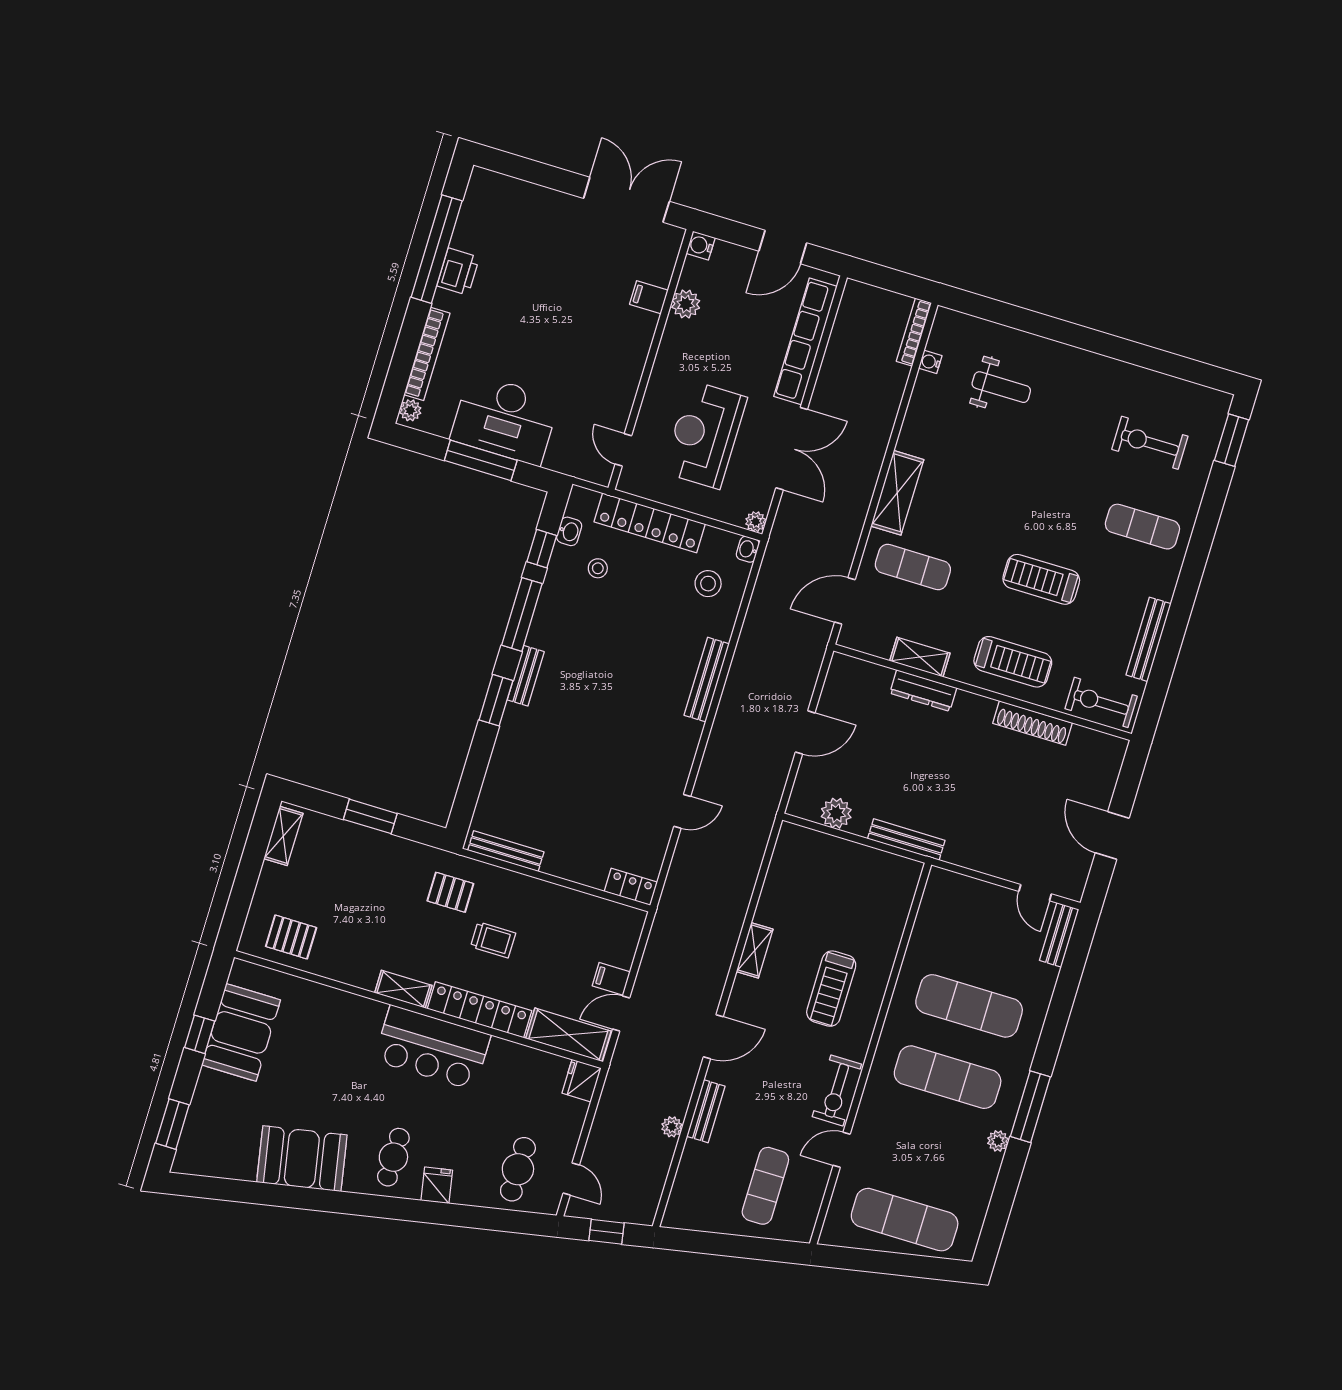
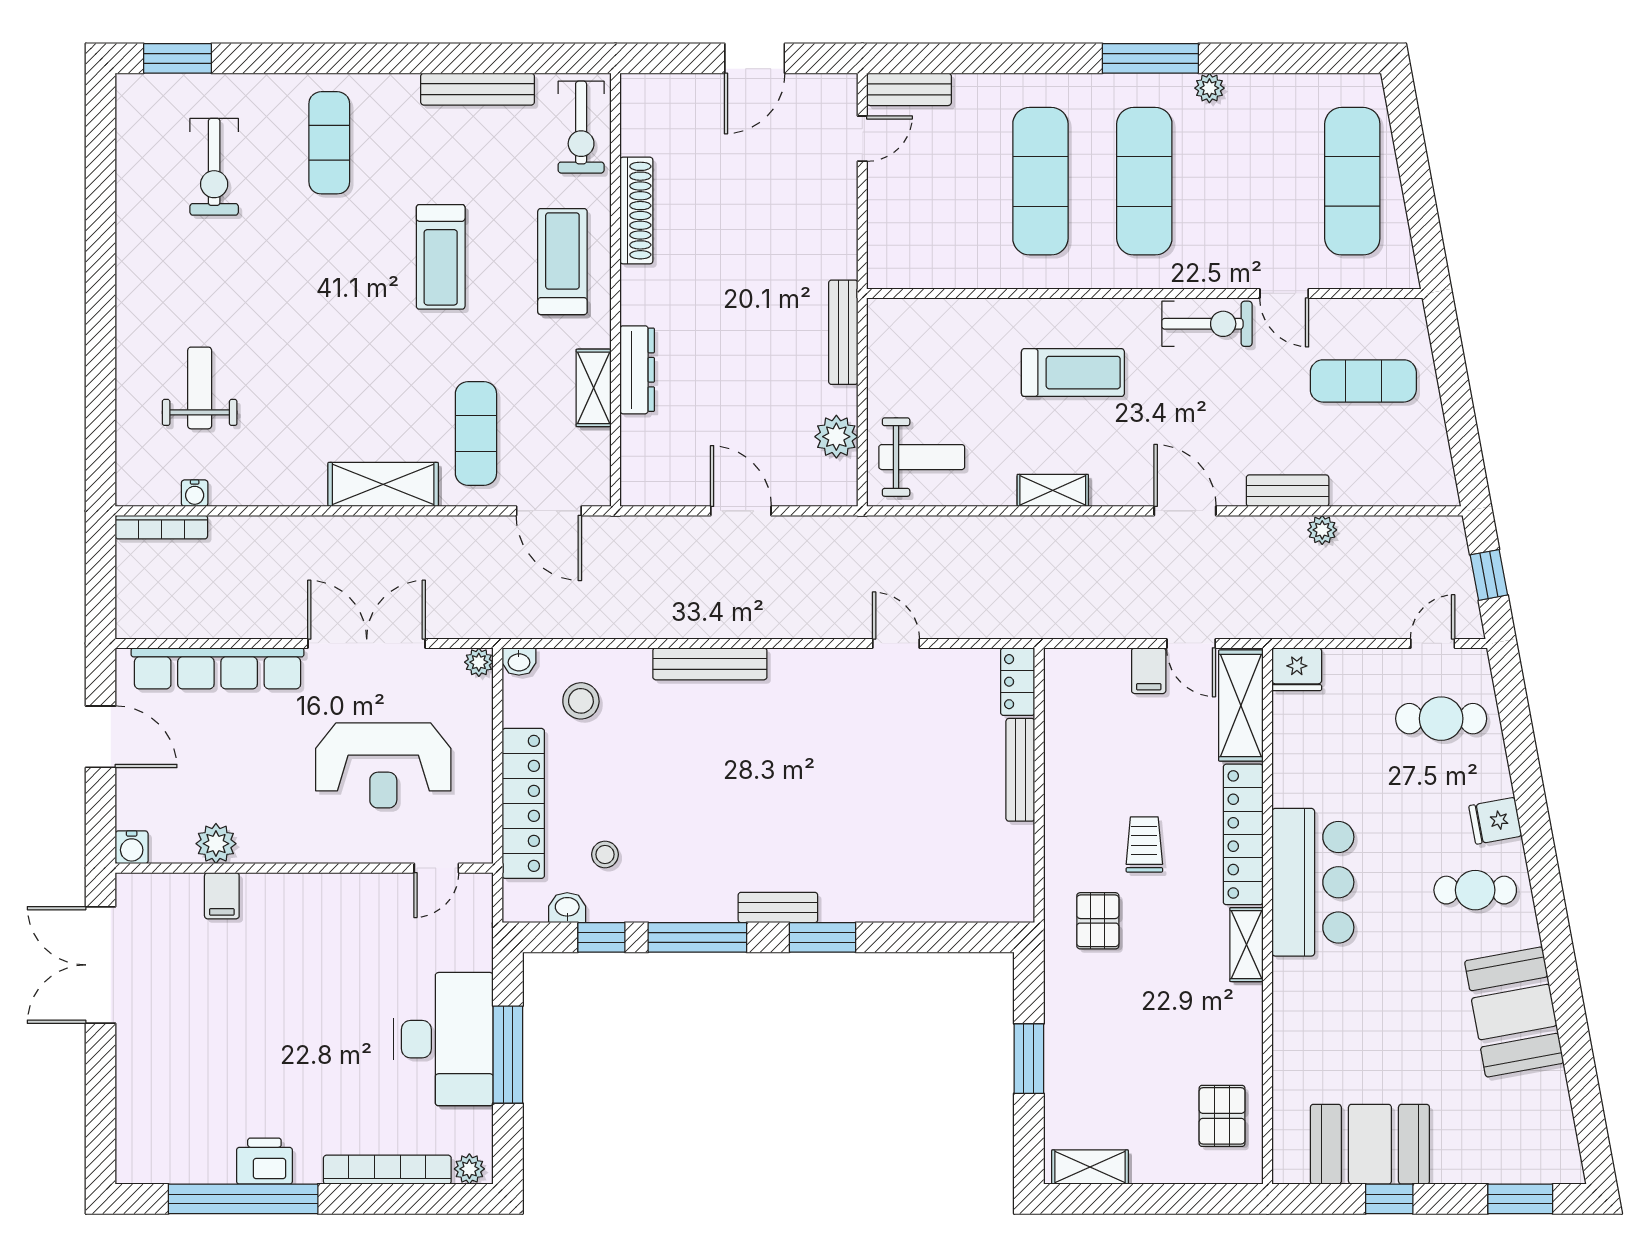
bench: (506, 851) -> (1020, 770), moved
weight bench: (805, 868) -> (922, 457), added

